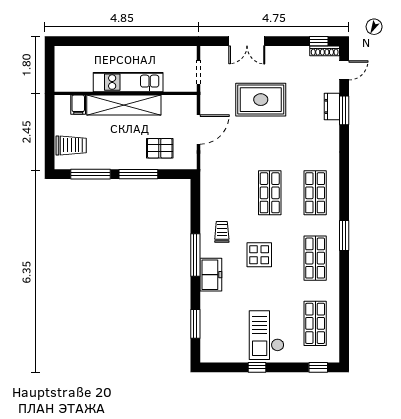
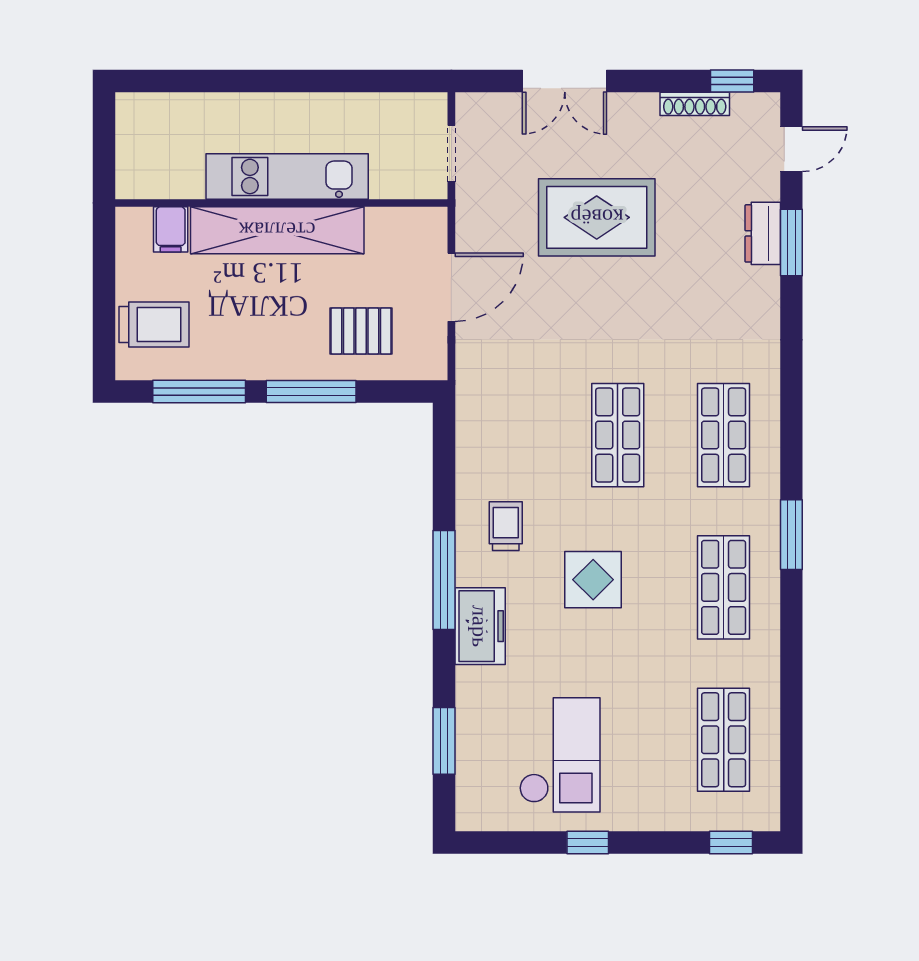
shoe rack: (325, 51) -> (695, 104), moved
checkout: (267, 335) -> (560, 755), moved, turned 180

